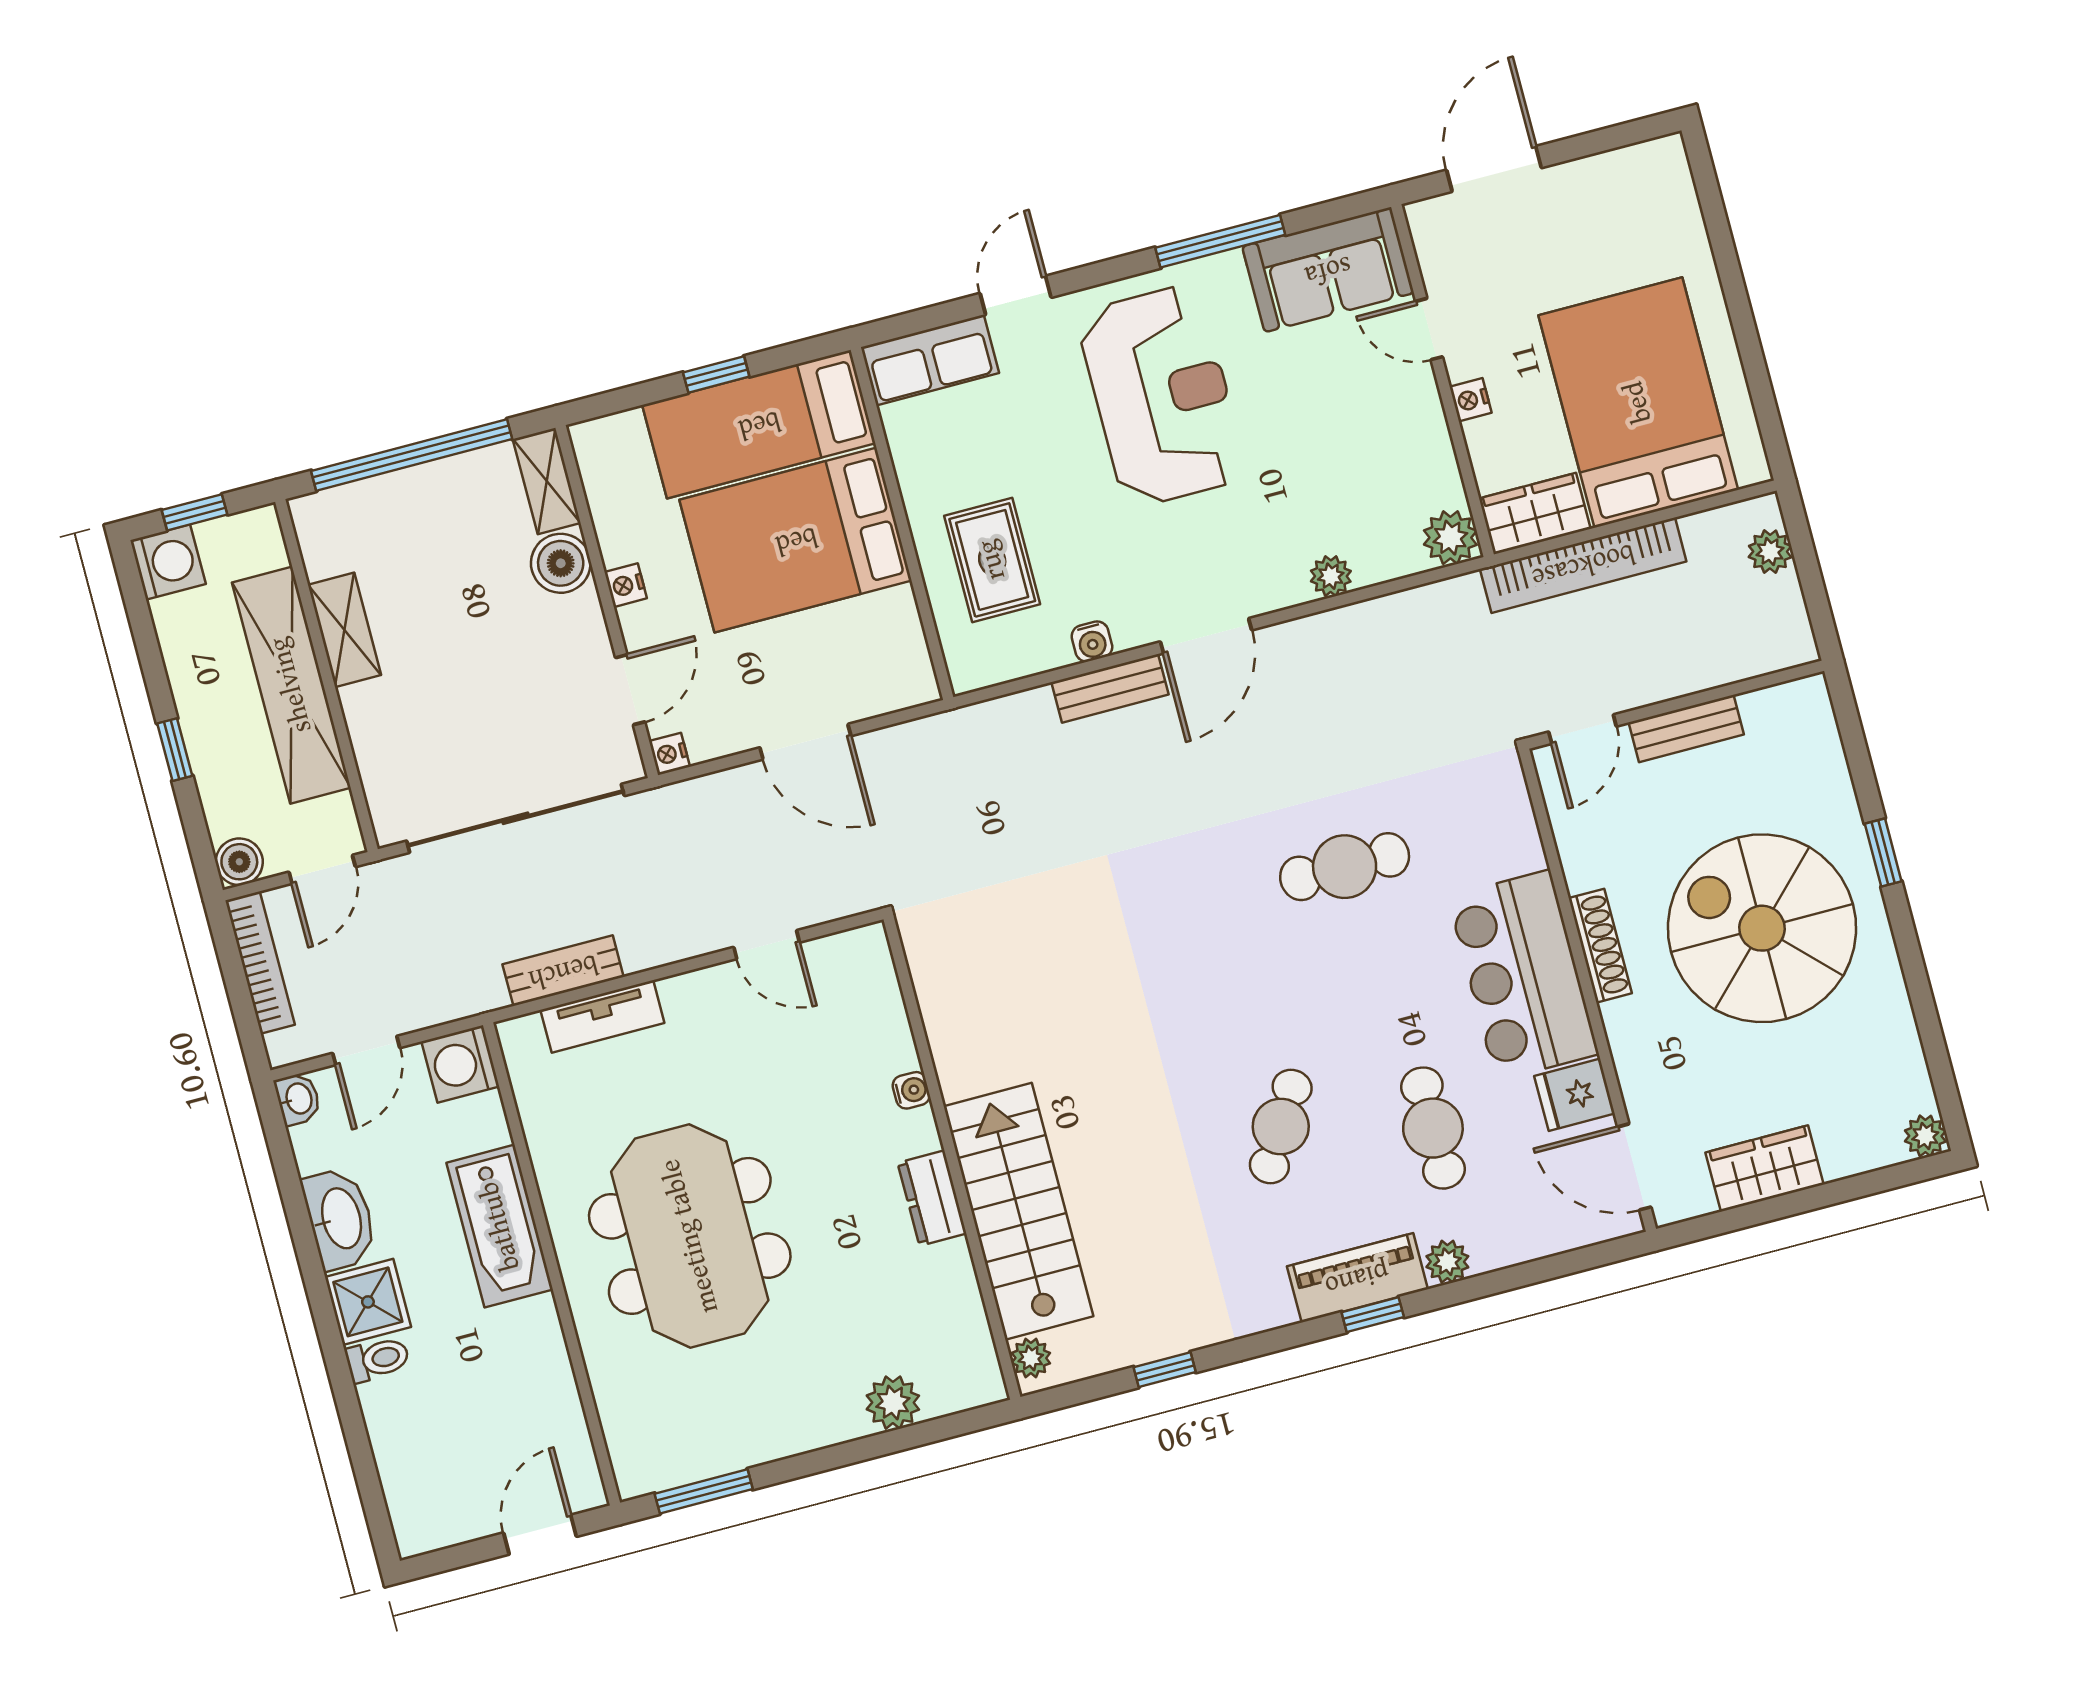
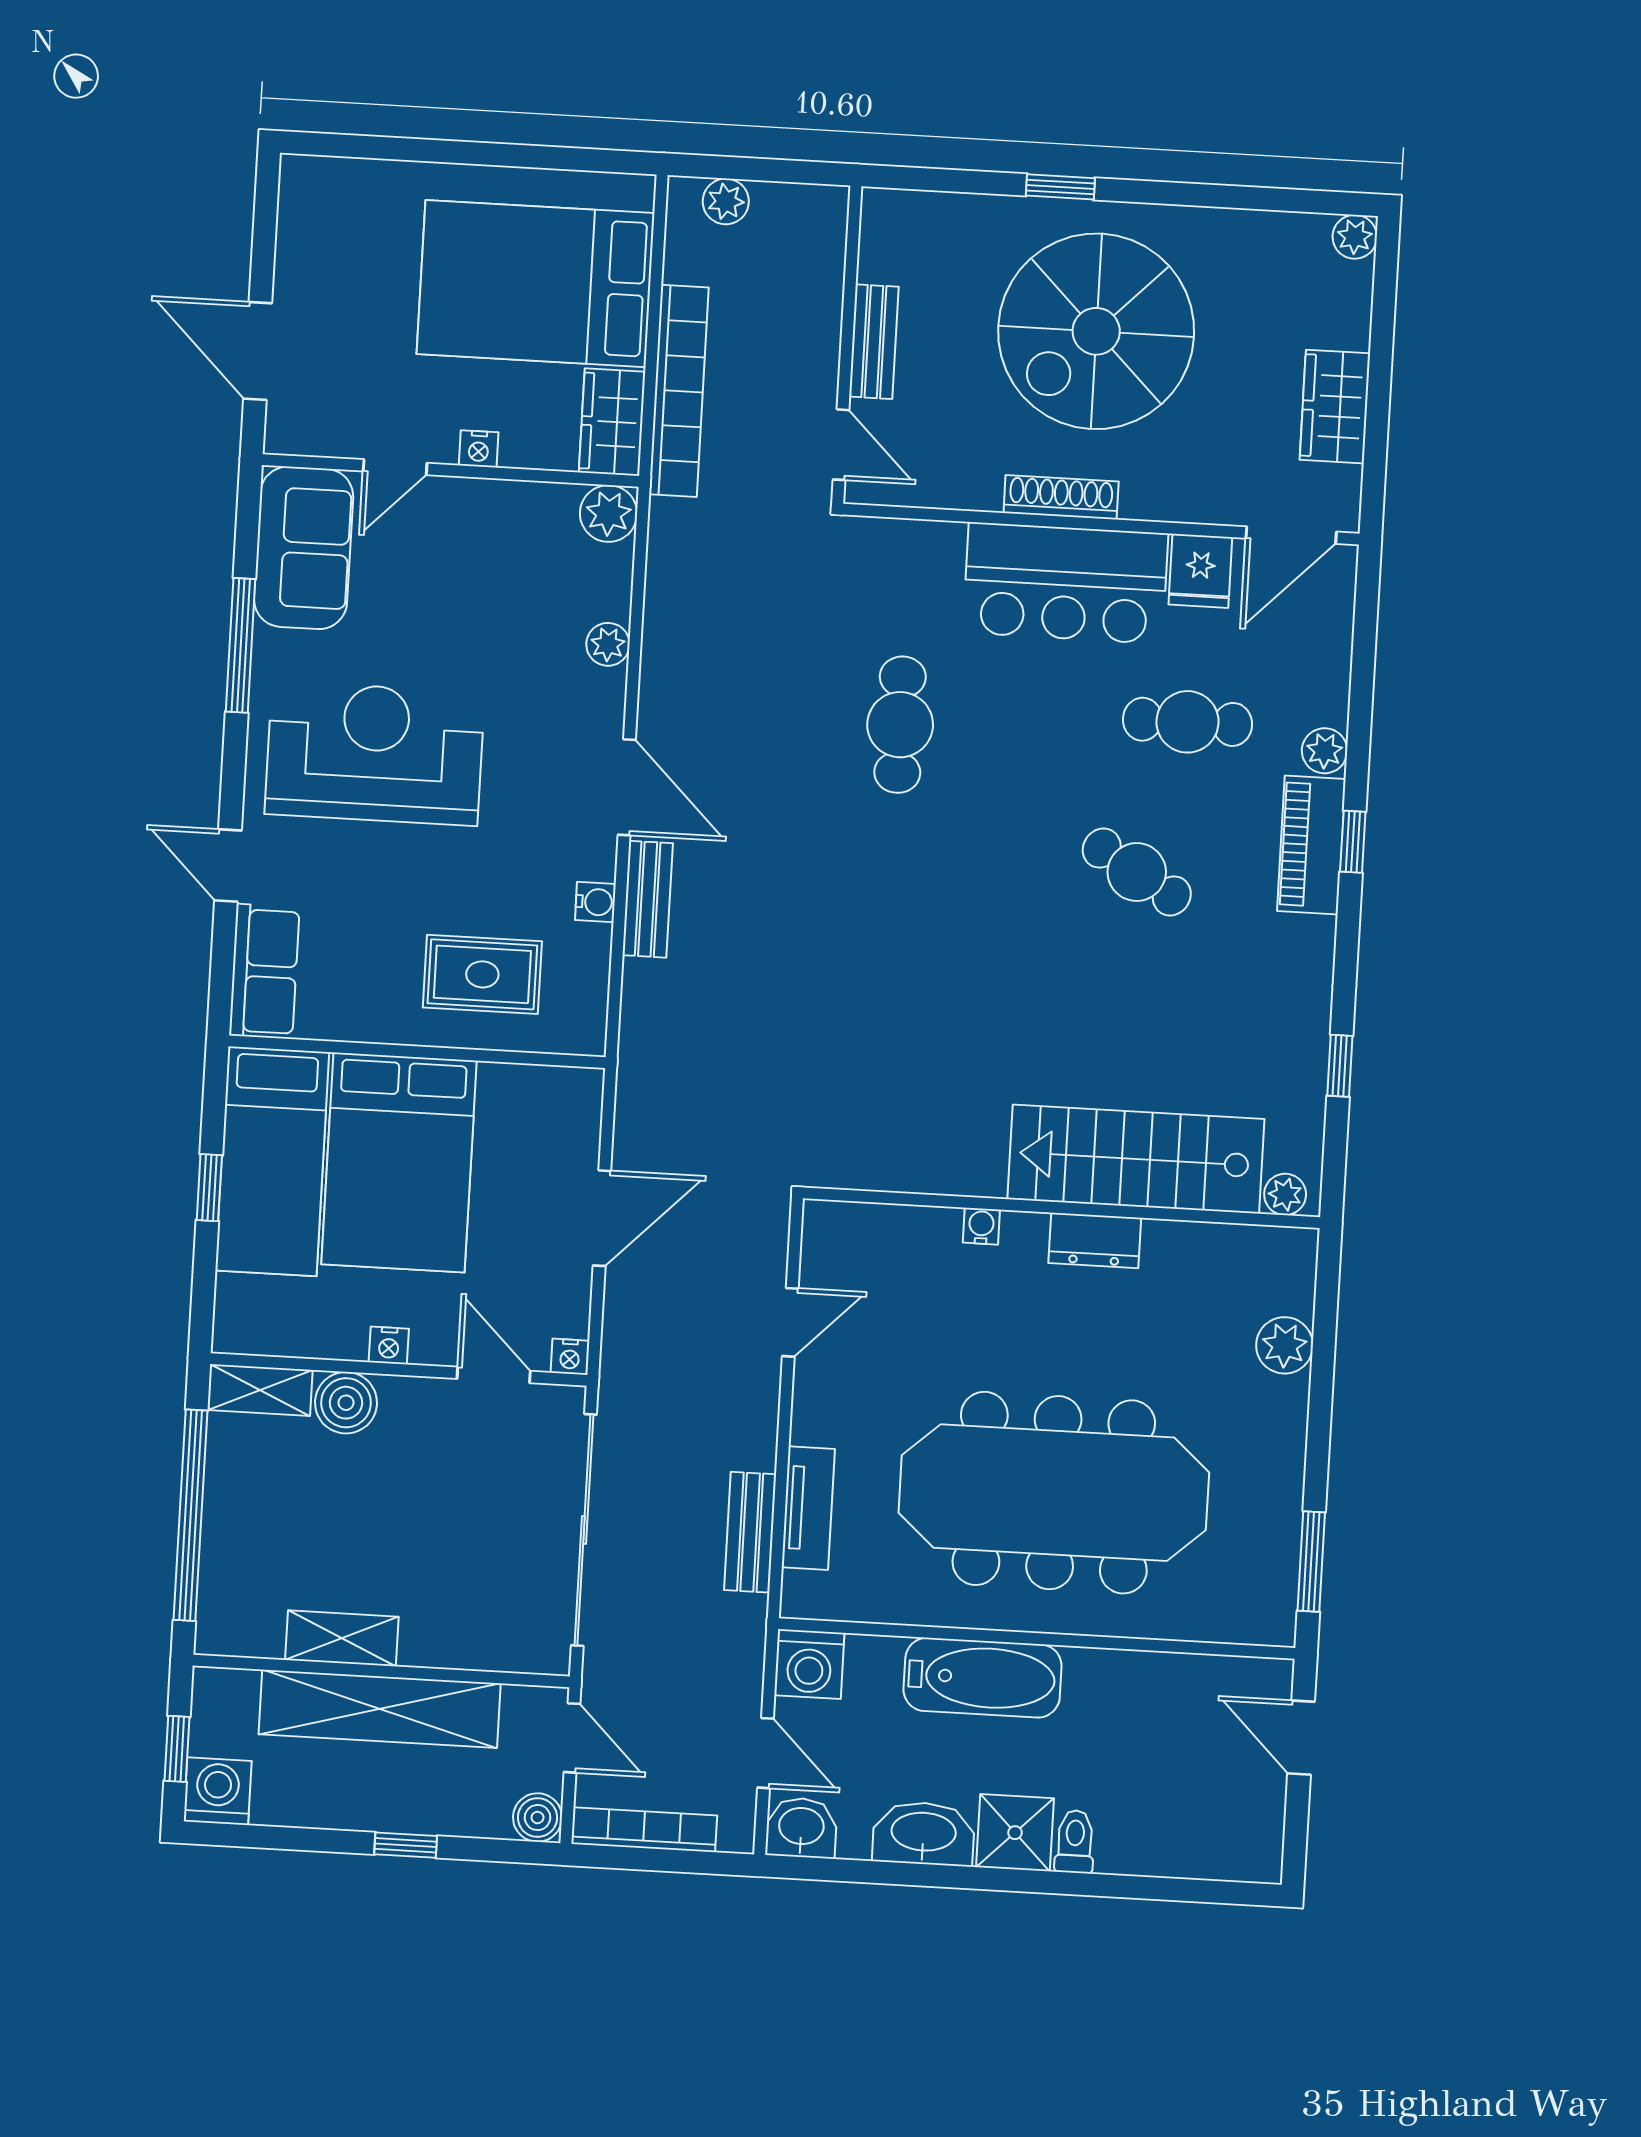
washbasin: (298, 1099) -> (801, 1828), width x1.38, depth x1.45
meeting table: (690, 1236) -> (1054, 1493), width x1.36

